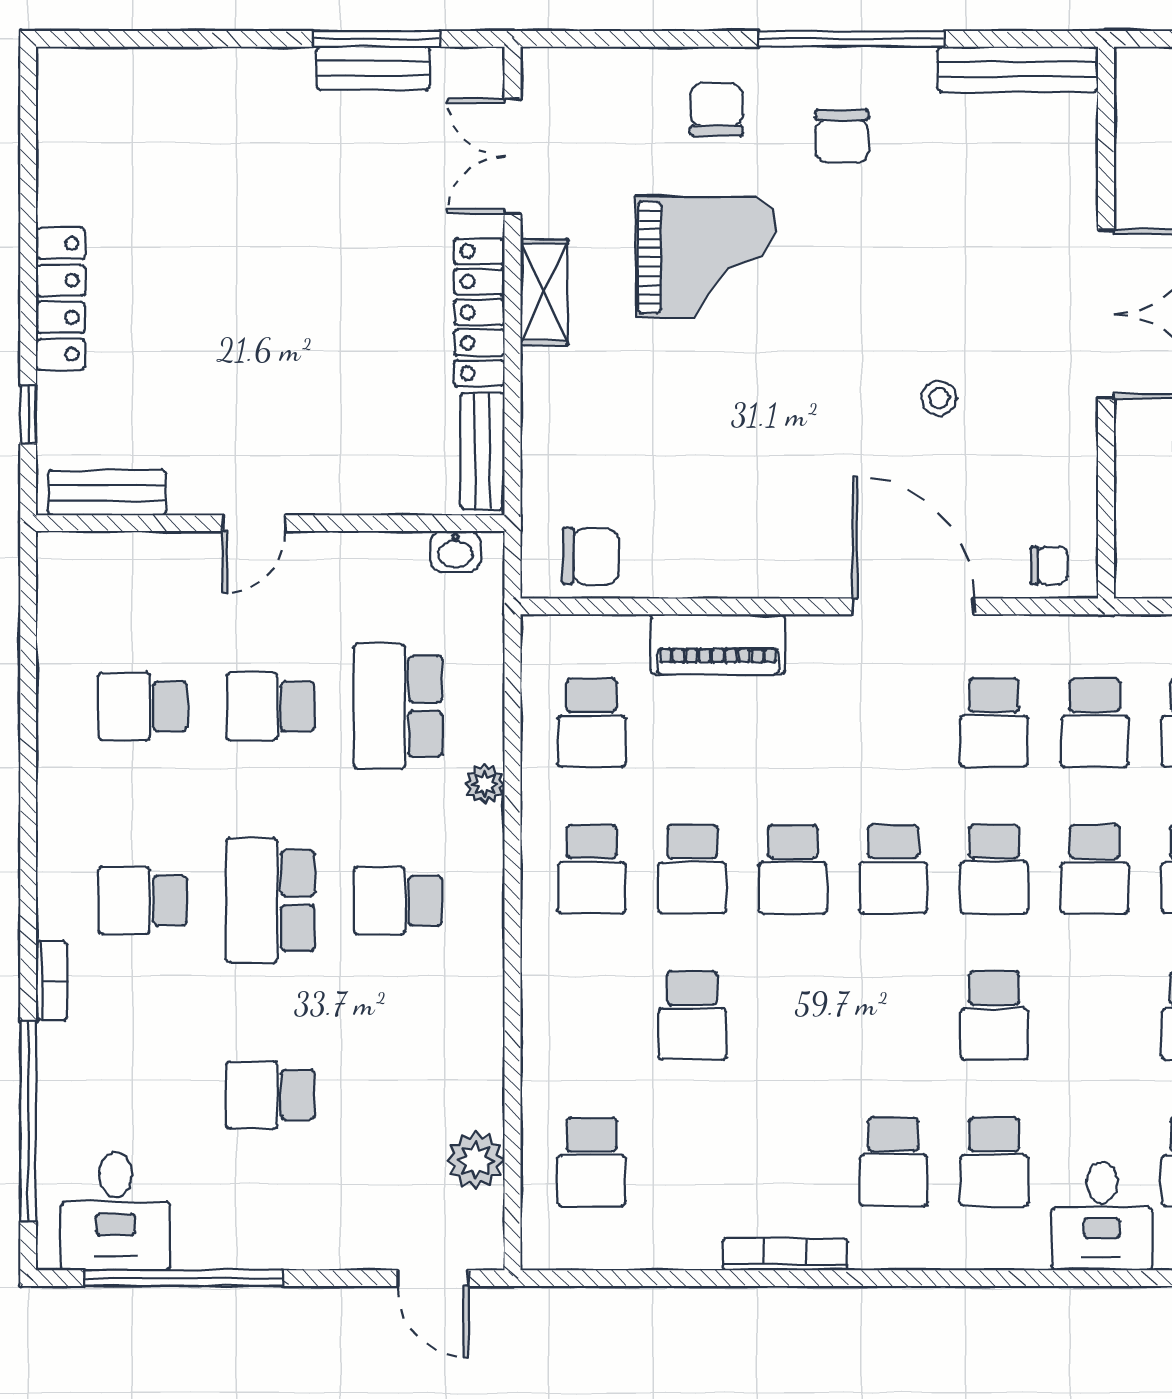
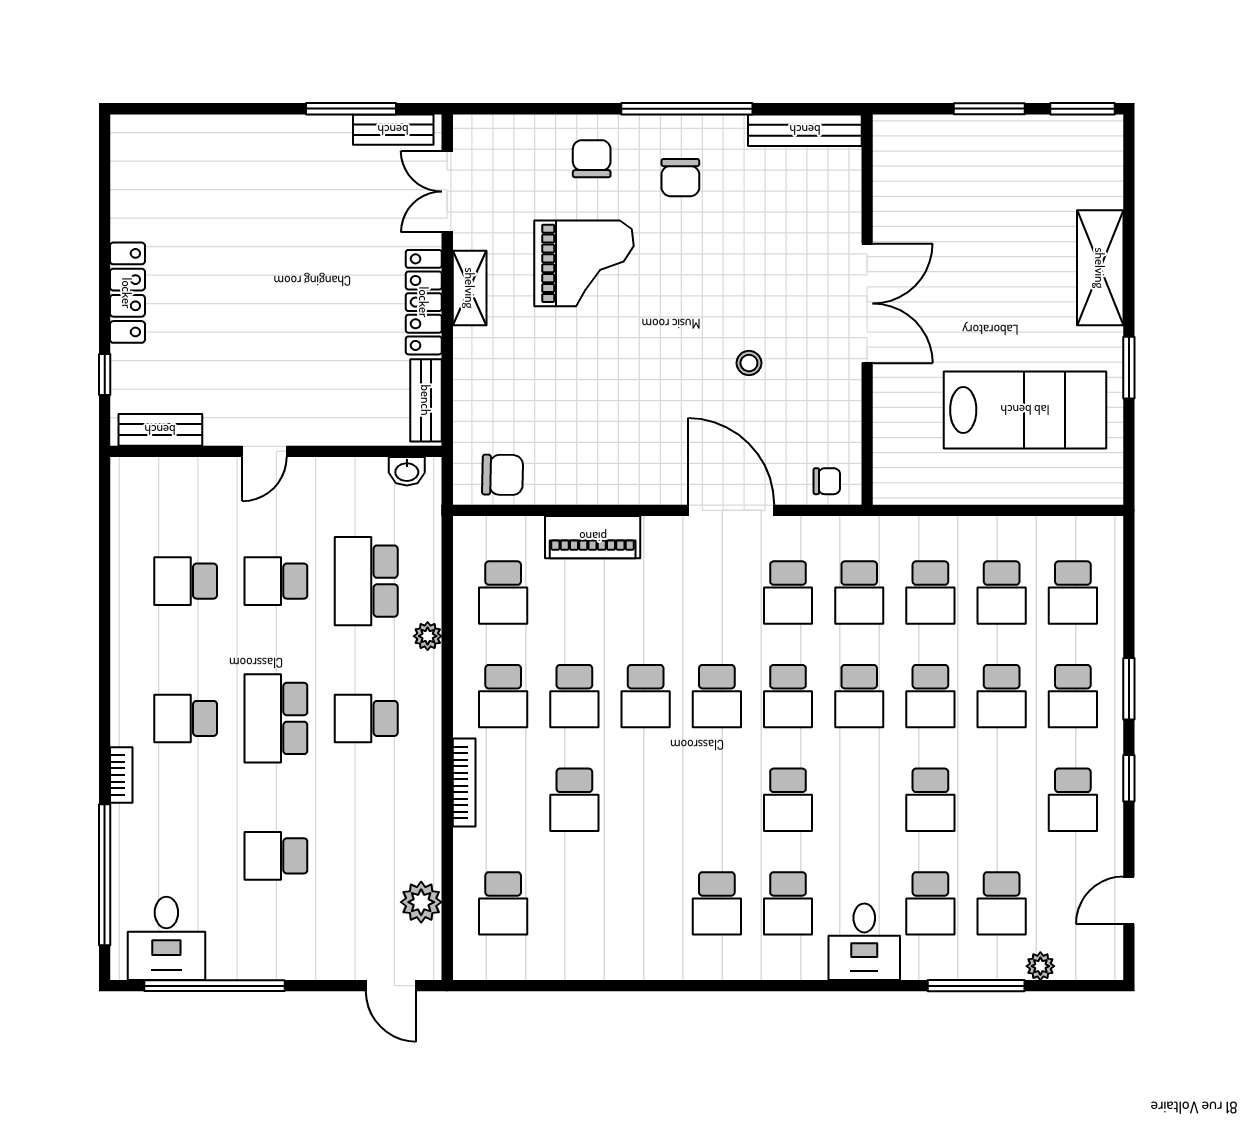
bench: (373, 68) -> (393, 130), moved
bookcase: (785, 1254) -> (464, 783), moved, turned 90

